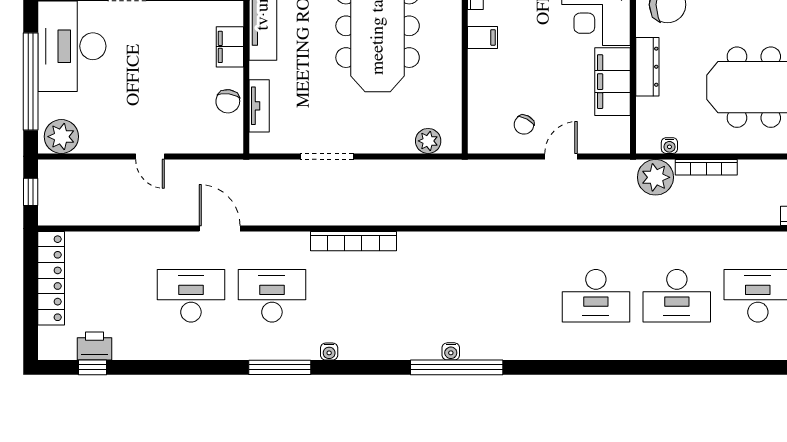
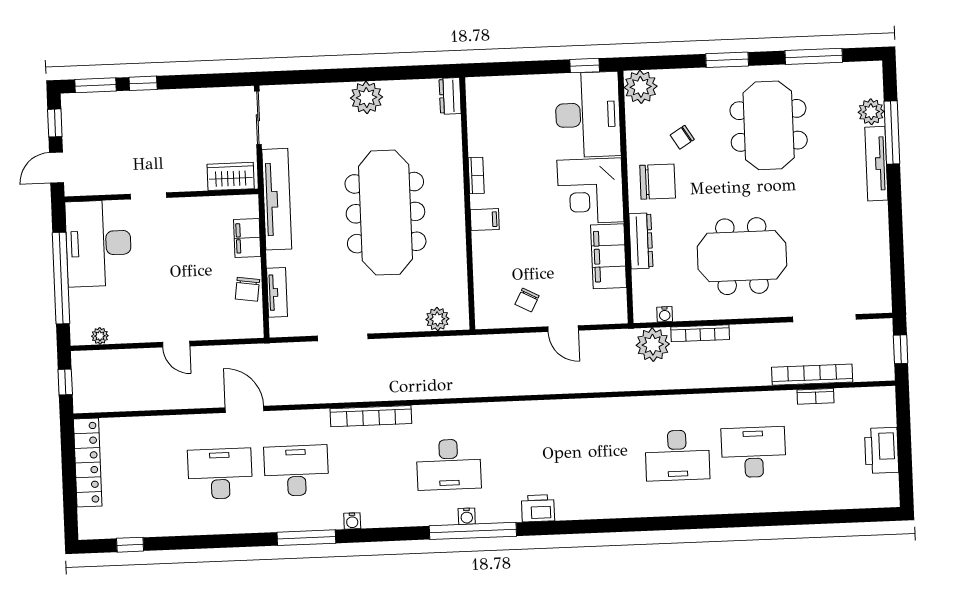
plant: (61, 137) -> (100, 336), width x0.53, depth x0.53
door: (561, 156) -> (563, 329), swing flipped
desk: (596, 296) -> (449, 464), moved
printer: (94, 346) -> (538, 508), moved

